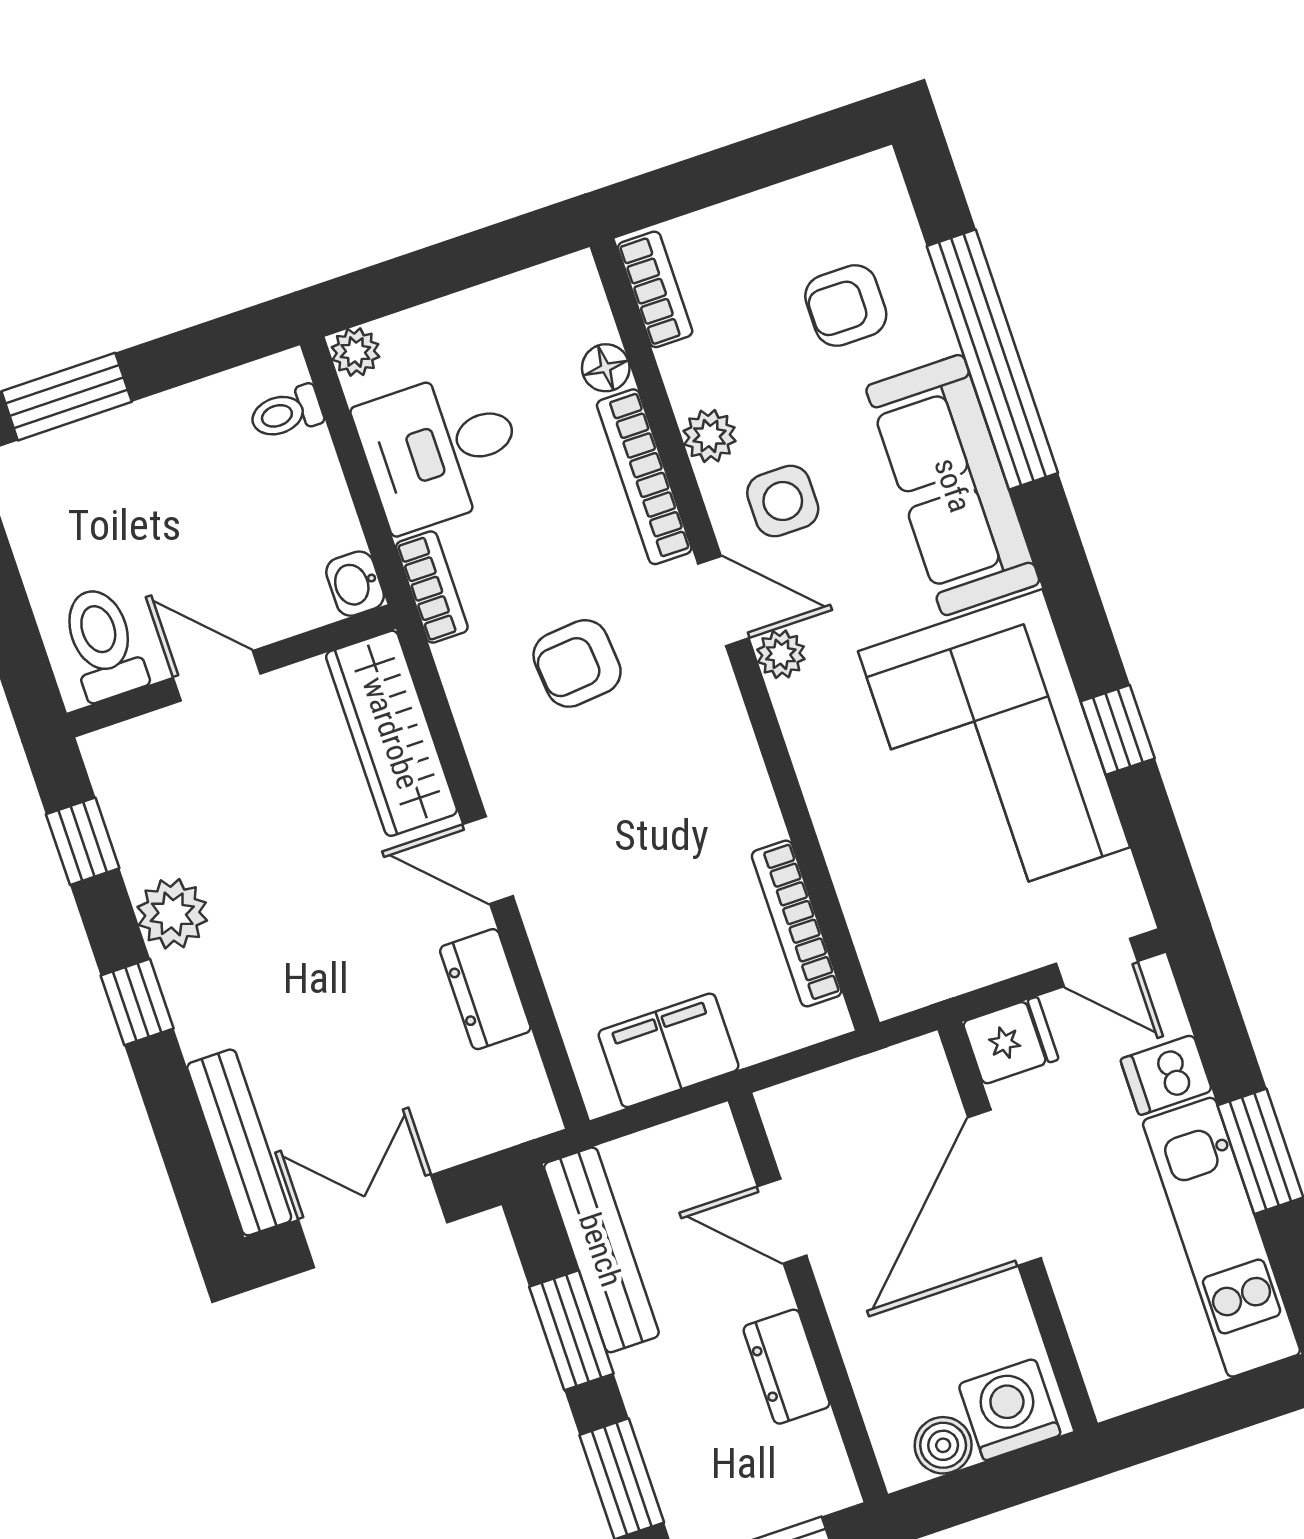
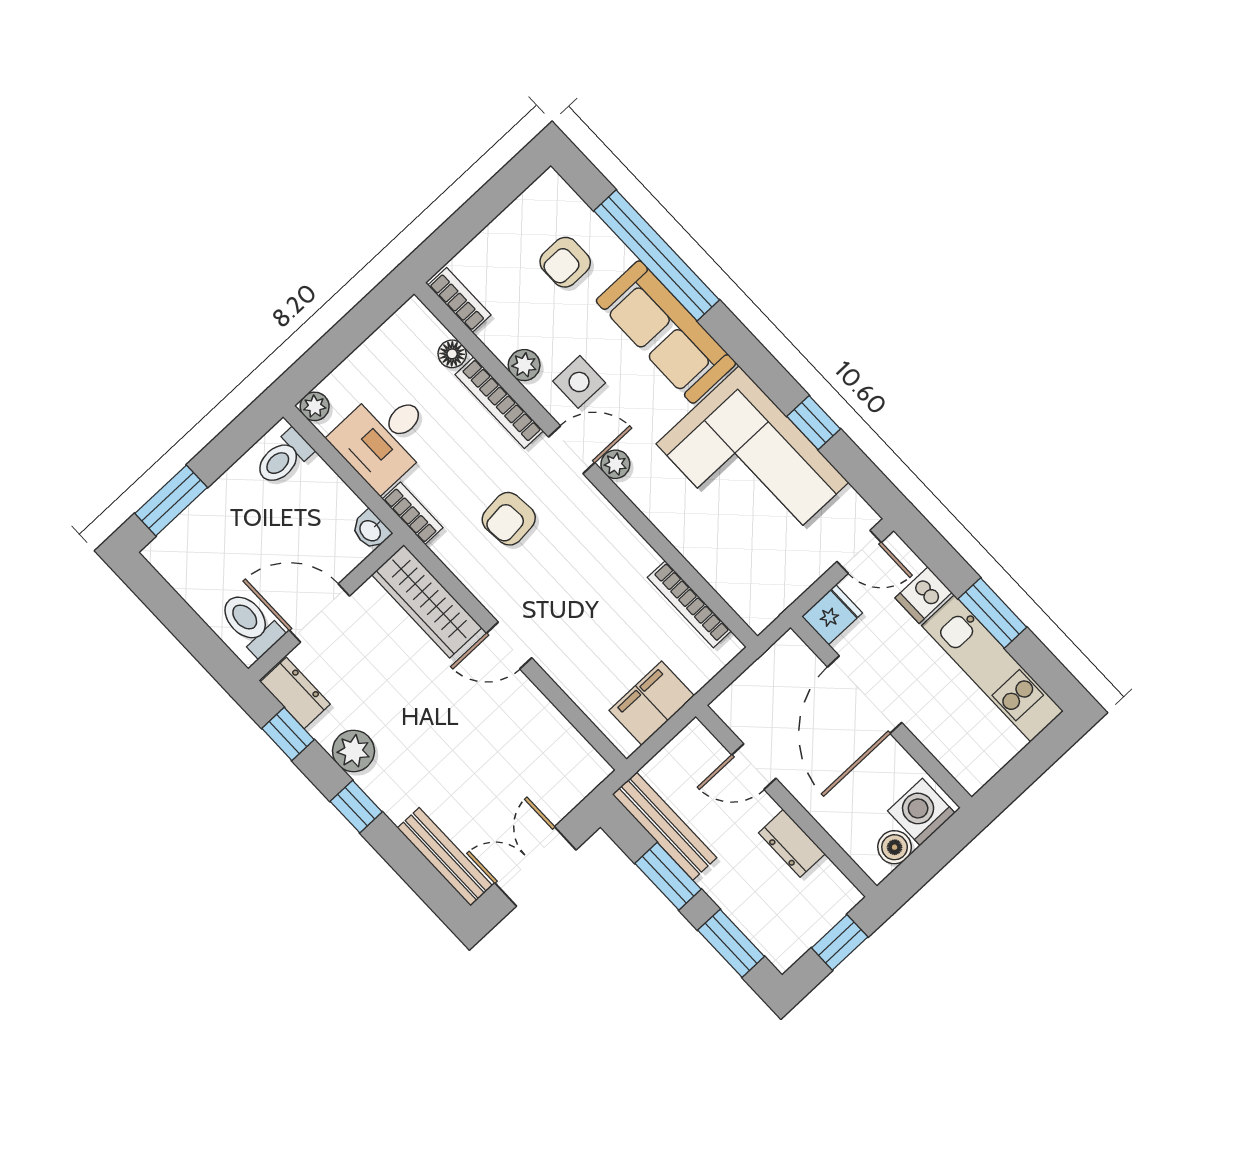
toilet: (286, 413) -> (283, 458), width x1.37, depth x1.39
door: (217, 676) -> (319, 613), width x1.38
dresser: (485, 989) -> (295, 693), moved, turned 180

